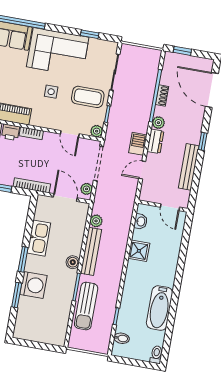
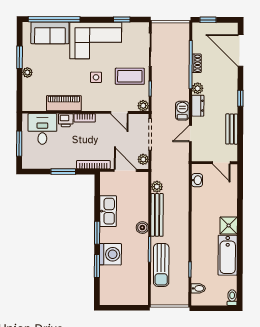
bench: (189, 167) -> (232, 129), width x0.73
shower: (139, 251) -> (229, 226), moved

